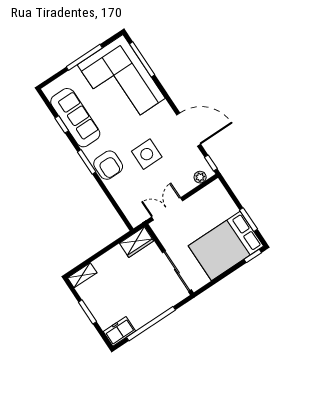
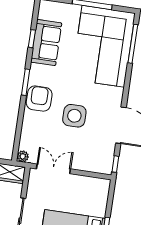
sofa: (75, 118) -> (46, 43), width x0.73
armchair: (108, 165) -> (39, 99), turned 180
plant: (200, 177) -> (23, 156), moved

